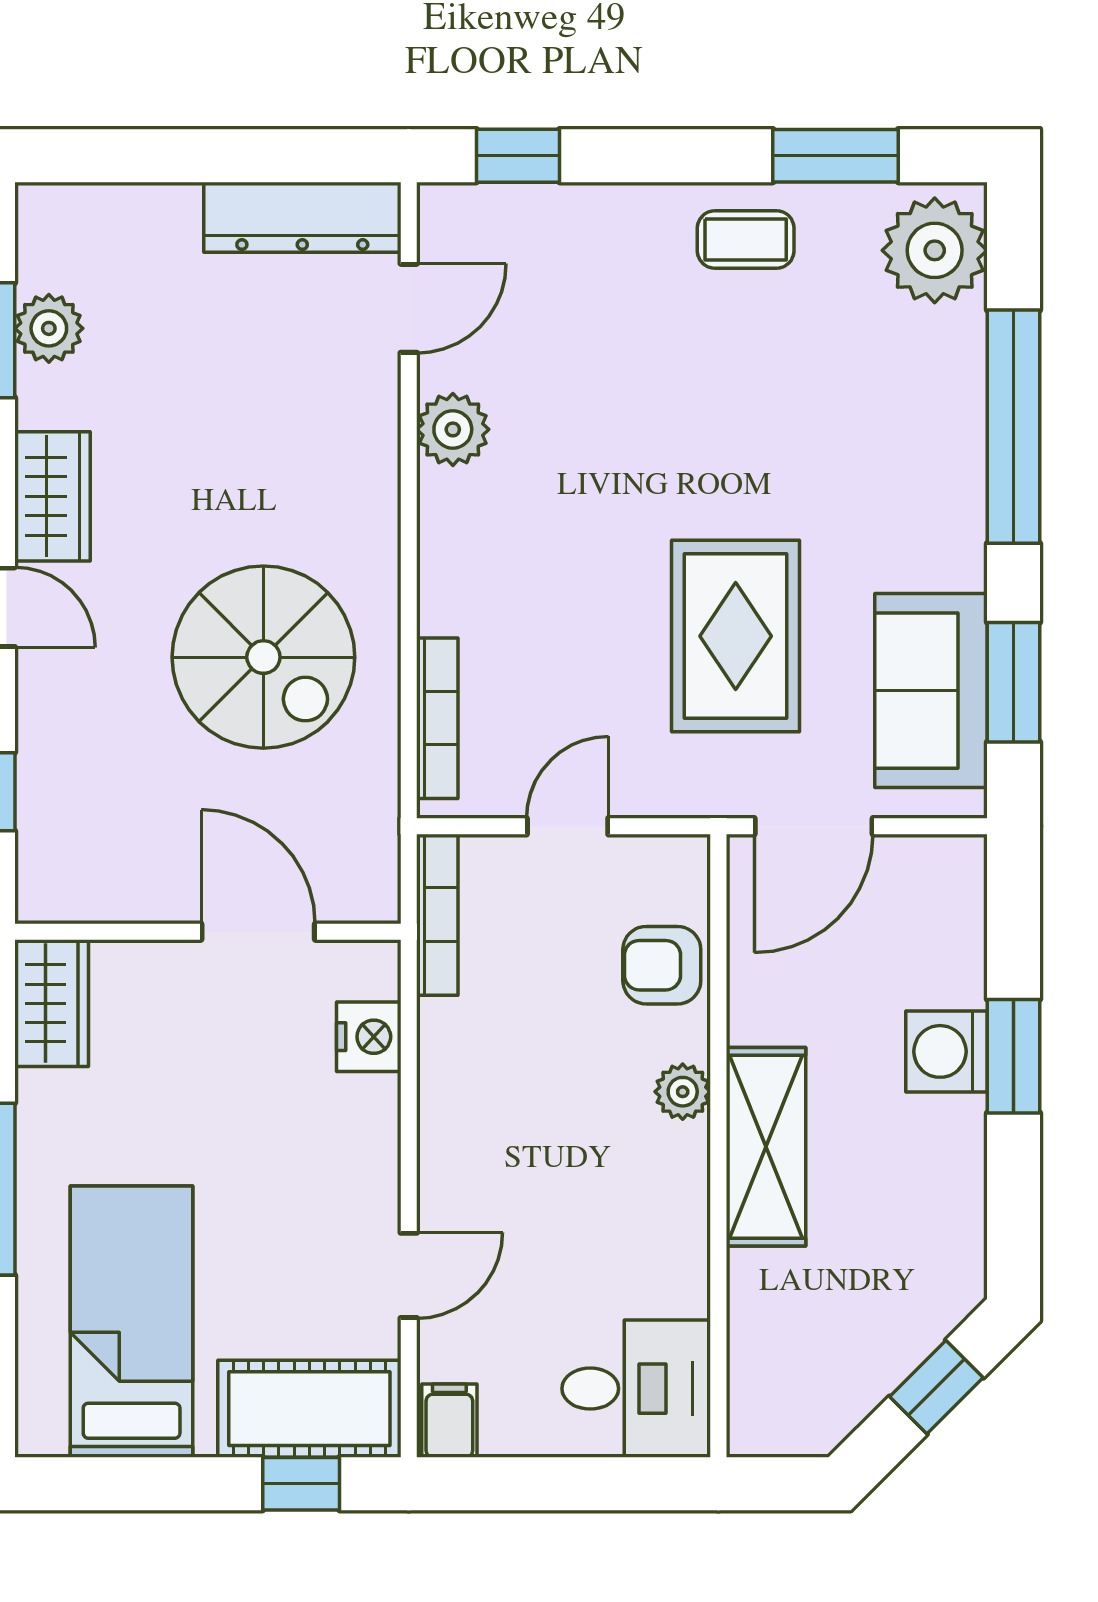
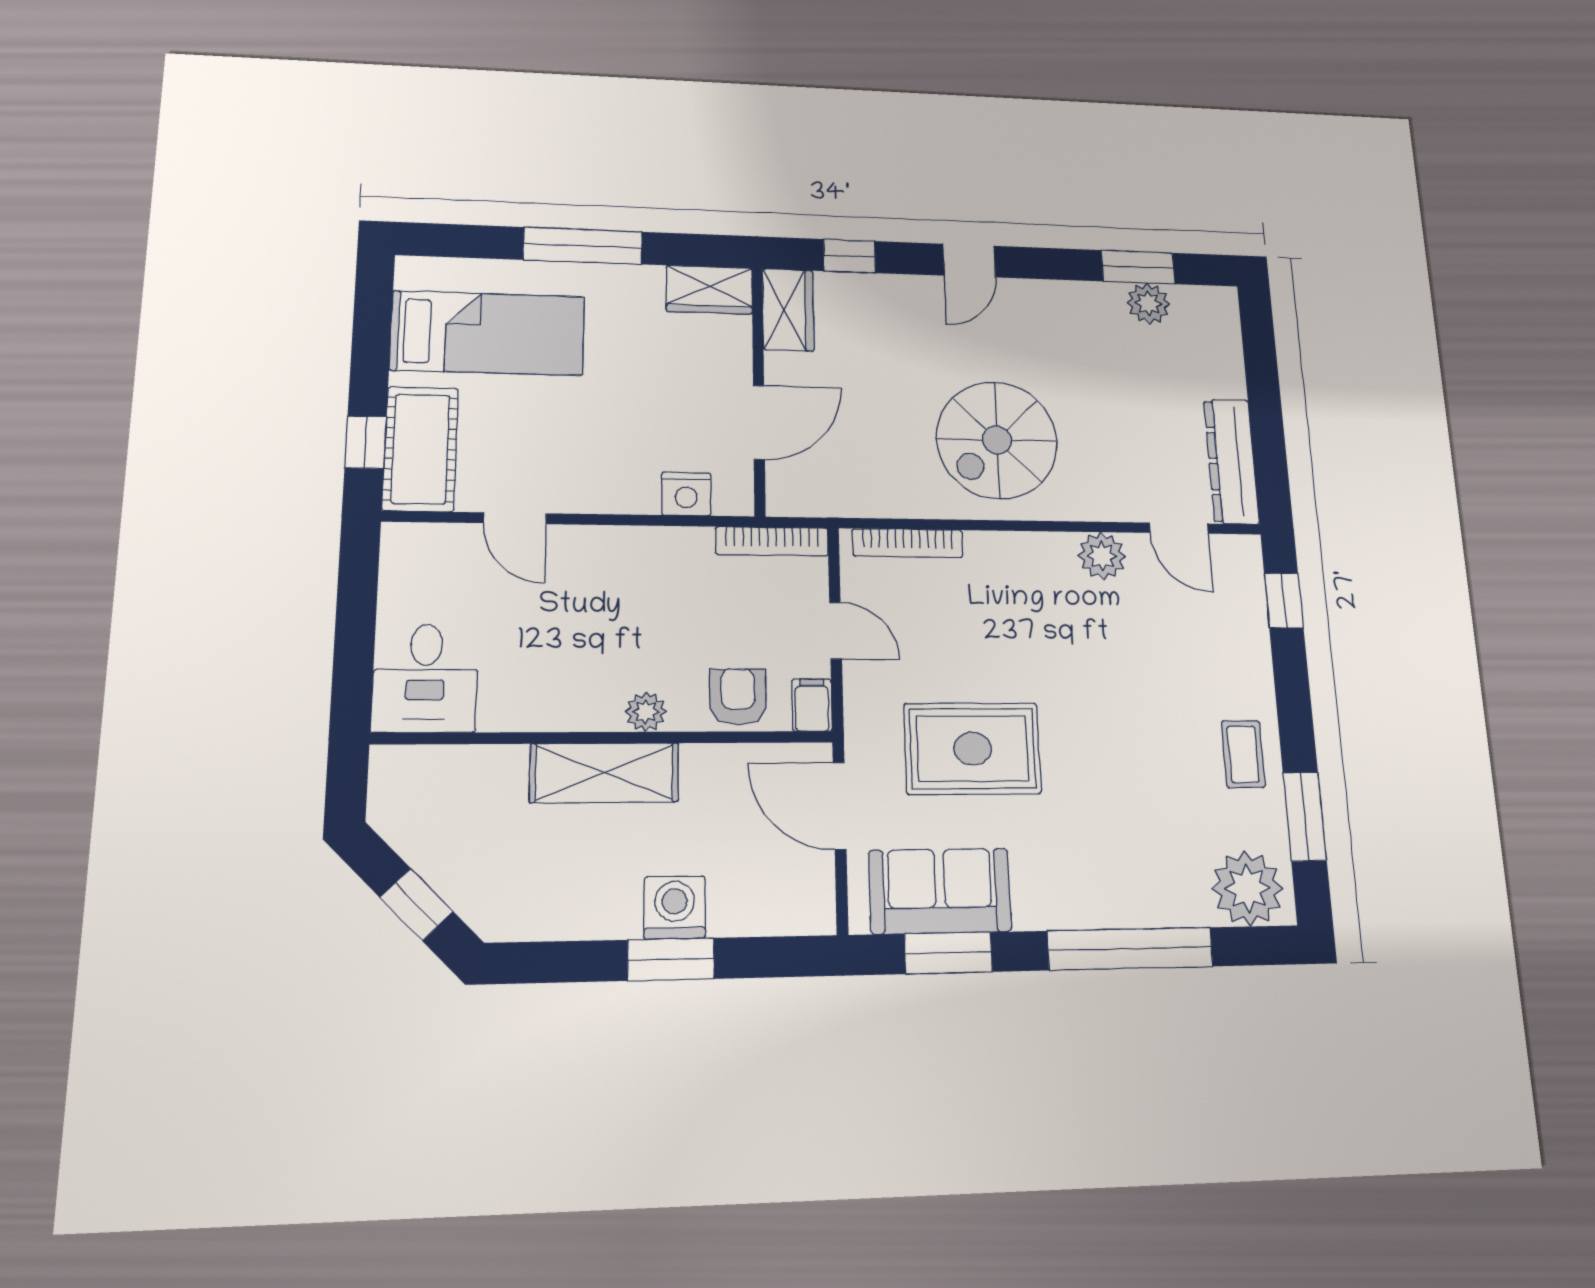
wardrobe: (52, 496) -> (788, 310), moved, turned -90
spiral stairs: (263, 657) -> (997, 440), moved
filing cabinet: (449, 1421) -> (812, 705), moved, turned -90

